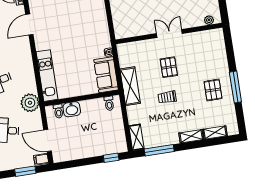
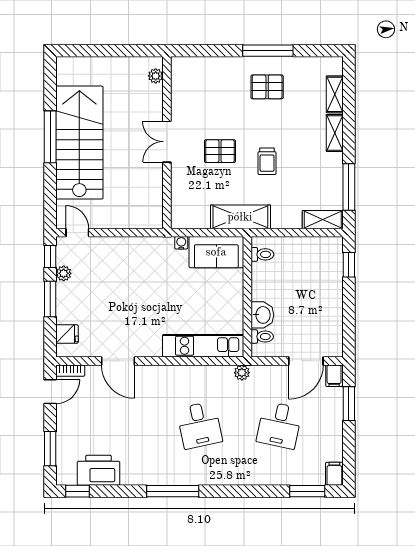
plant: (30, 103) -> (242, 373), width x0.53, depth x0.53

